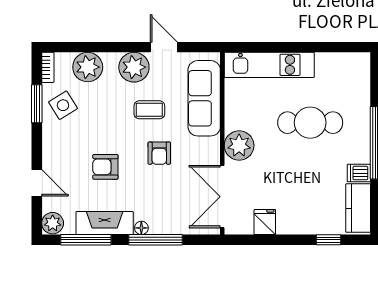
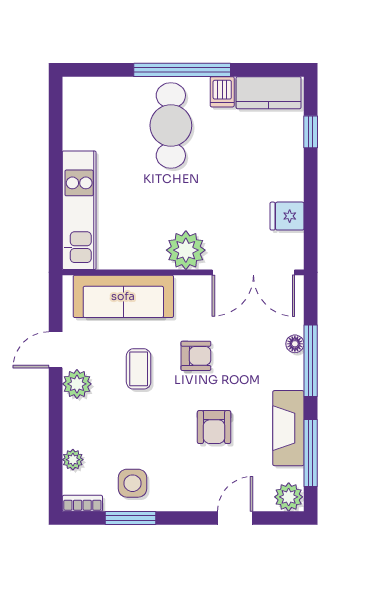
plant: (88, 67) -> (73, 460), width x0.53, depth x0.53
plant: (134, 67) -> (77, 384), width x0.73, depth x0.73
side table: (63, 105) -> (132, 483), turned 32
cafe table: (310, 123) -> (171, 125), moved
floor lamp: (141, 228) -> (295, 344), moved

